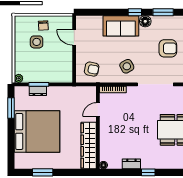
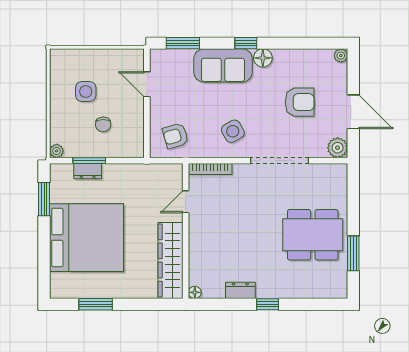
window: (163, 12) -> (183, 43), moved
chair: (43, 25) -> (103, 124), moved
armchair: (92, 69) -> (175, 136), turned 153

